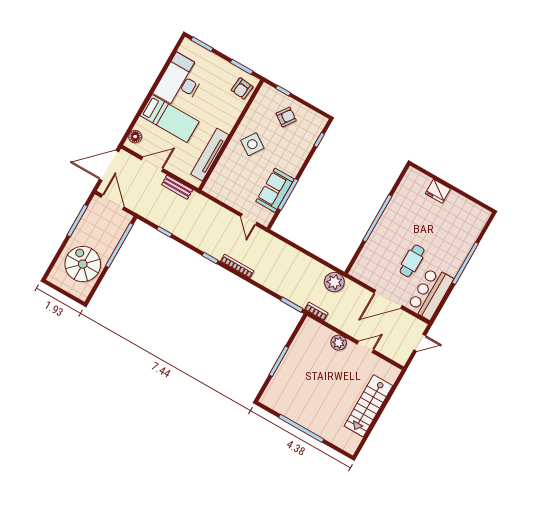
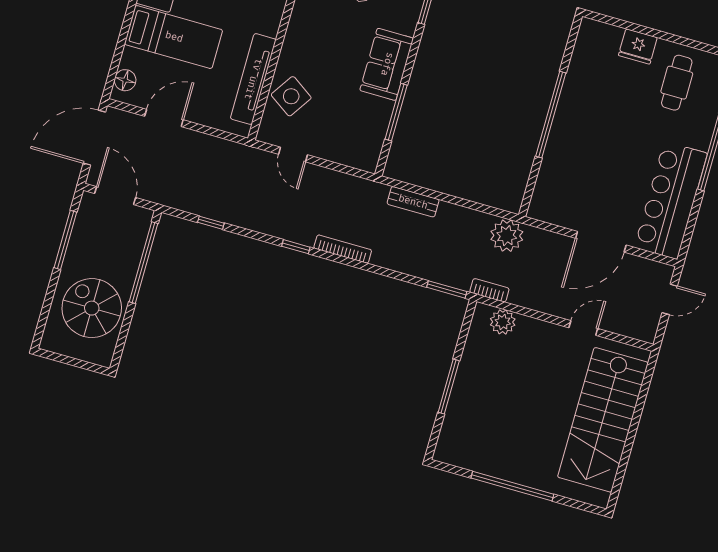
side table: (252, 144) -> (291, 96), moved
bench: (177, 187) -> (413, 202), moved
sofa: (275, 190) -> (387, 64), moved
door: (249, 219) -> (293, 155), moved
cafe table: (412, 261) -> (677, 83), moved
bar counter: (430, 293) -> (671, 200), width x1.36
plant: (339, 343) -> (503, 322), moved
stairs: (368, 406) -> (603, 420), width x1.36, depth x1.51

